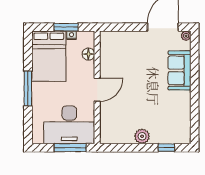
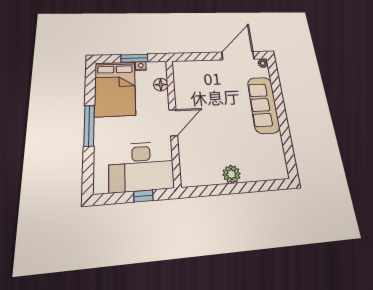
sofa: (179, 70) -> (263, 105), width x1.36
window: (70, 148) -> (143, 196), width x0.46
window: (166, 148) -> (262, 186), removed

